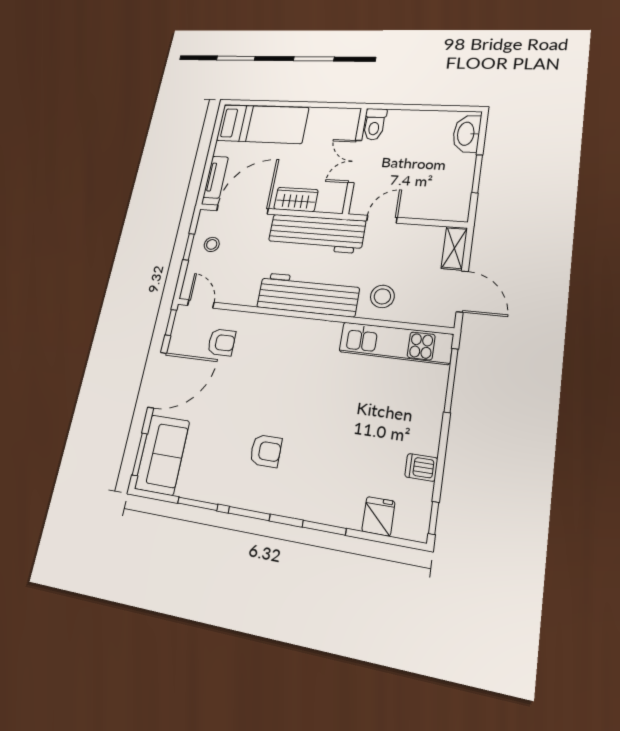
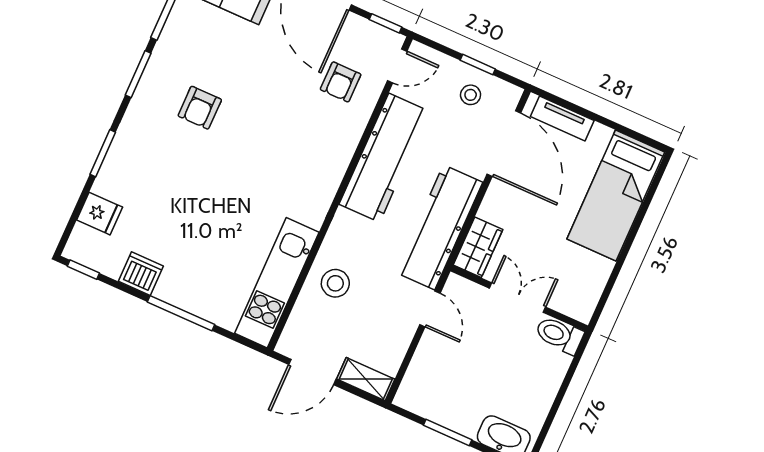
wardrobe: (296, 199) -> (478, 247), moved
workbench: (308, 295) -> (384, 158), moved
window: (451, 380) -> (181, 313), moved
dishwasher: (421, 467) -> (141, 274), width x1.38

